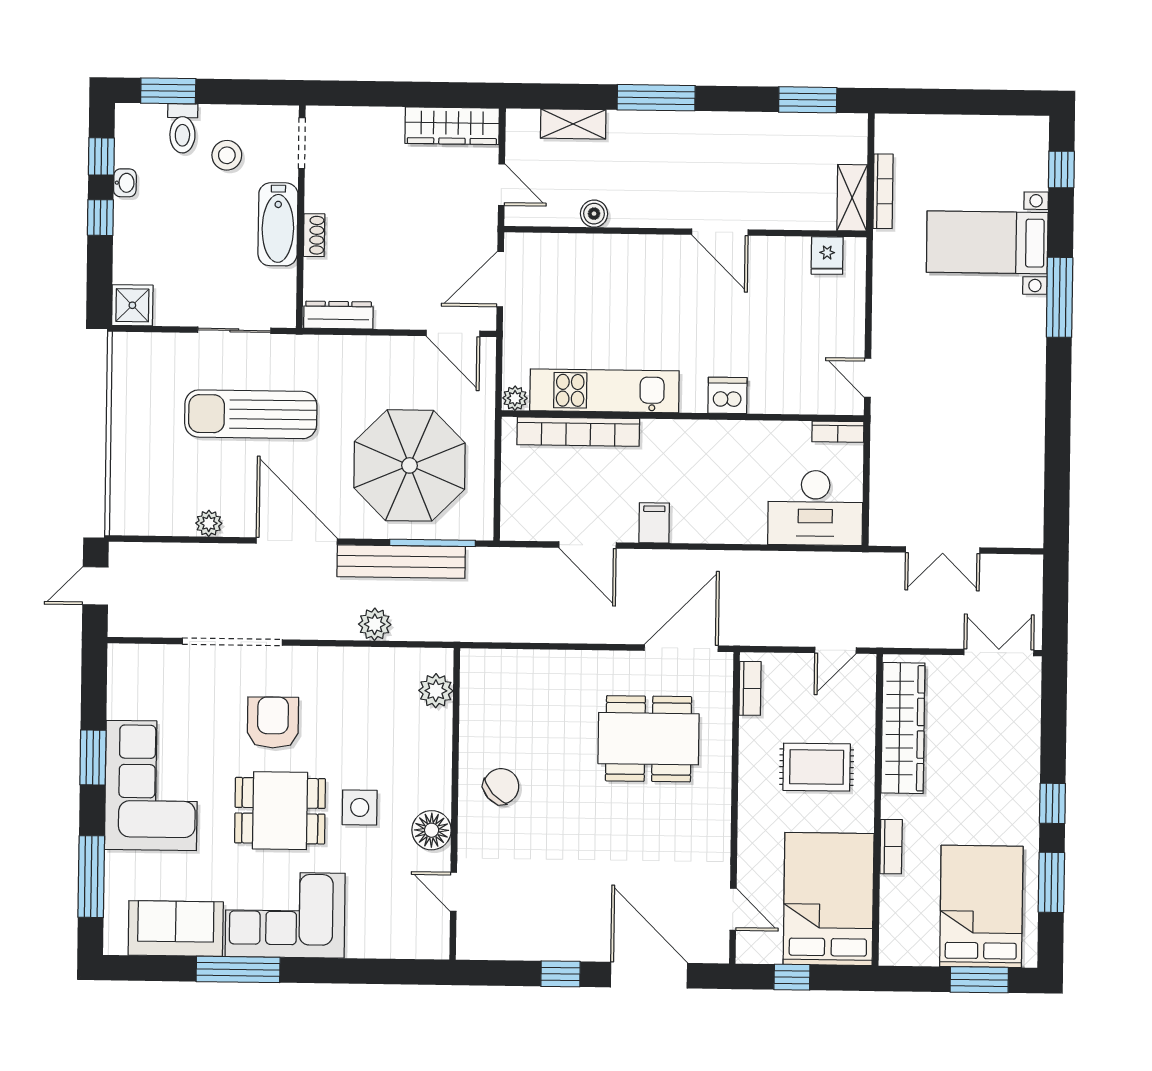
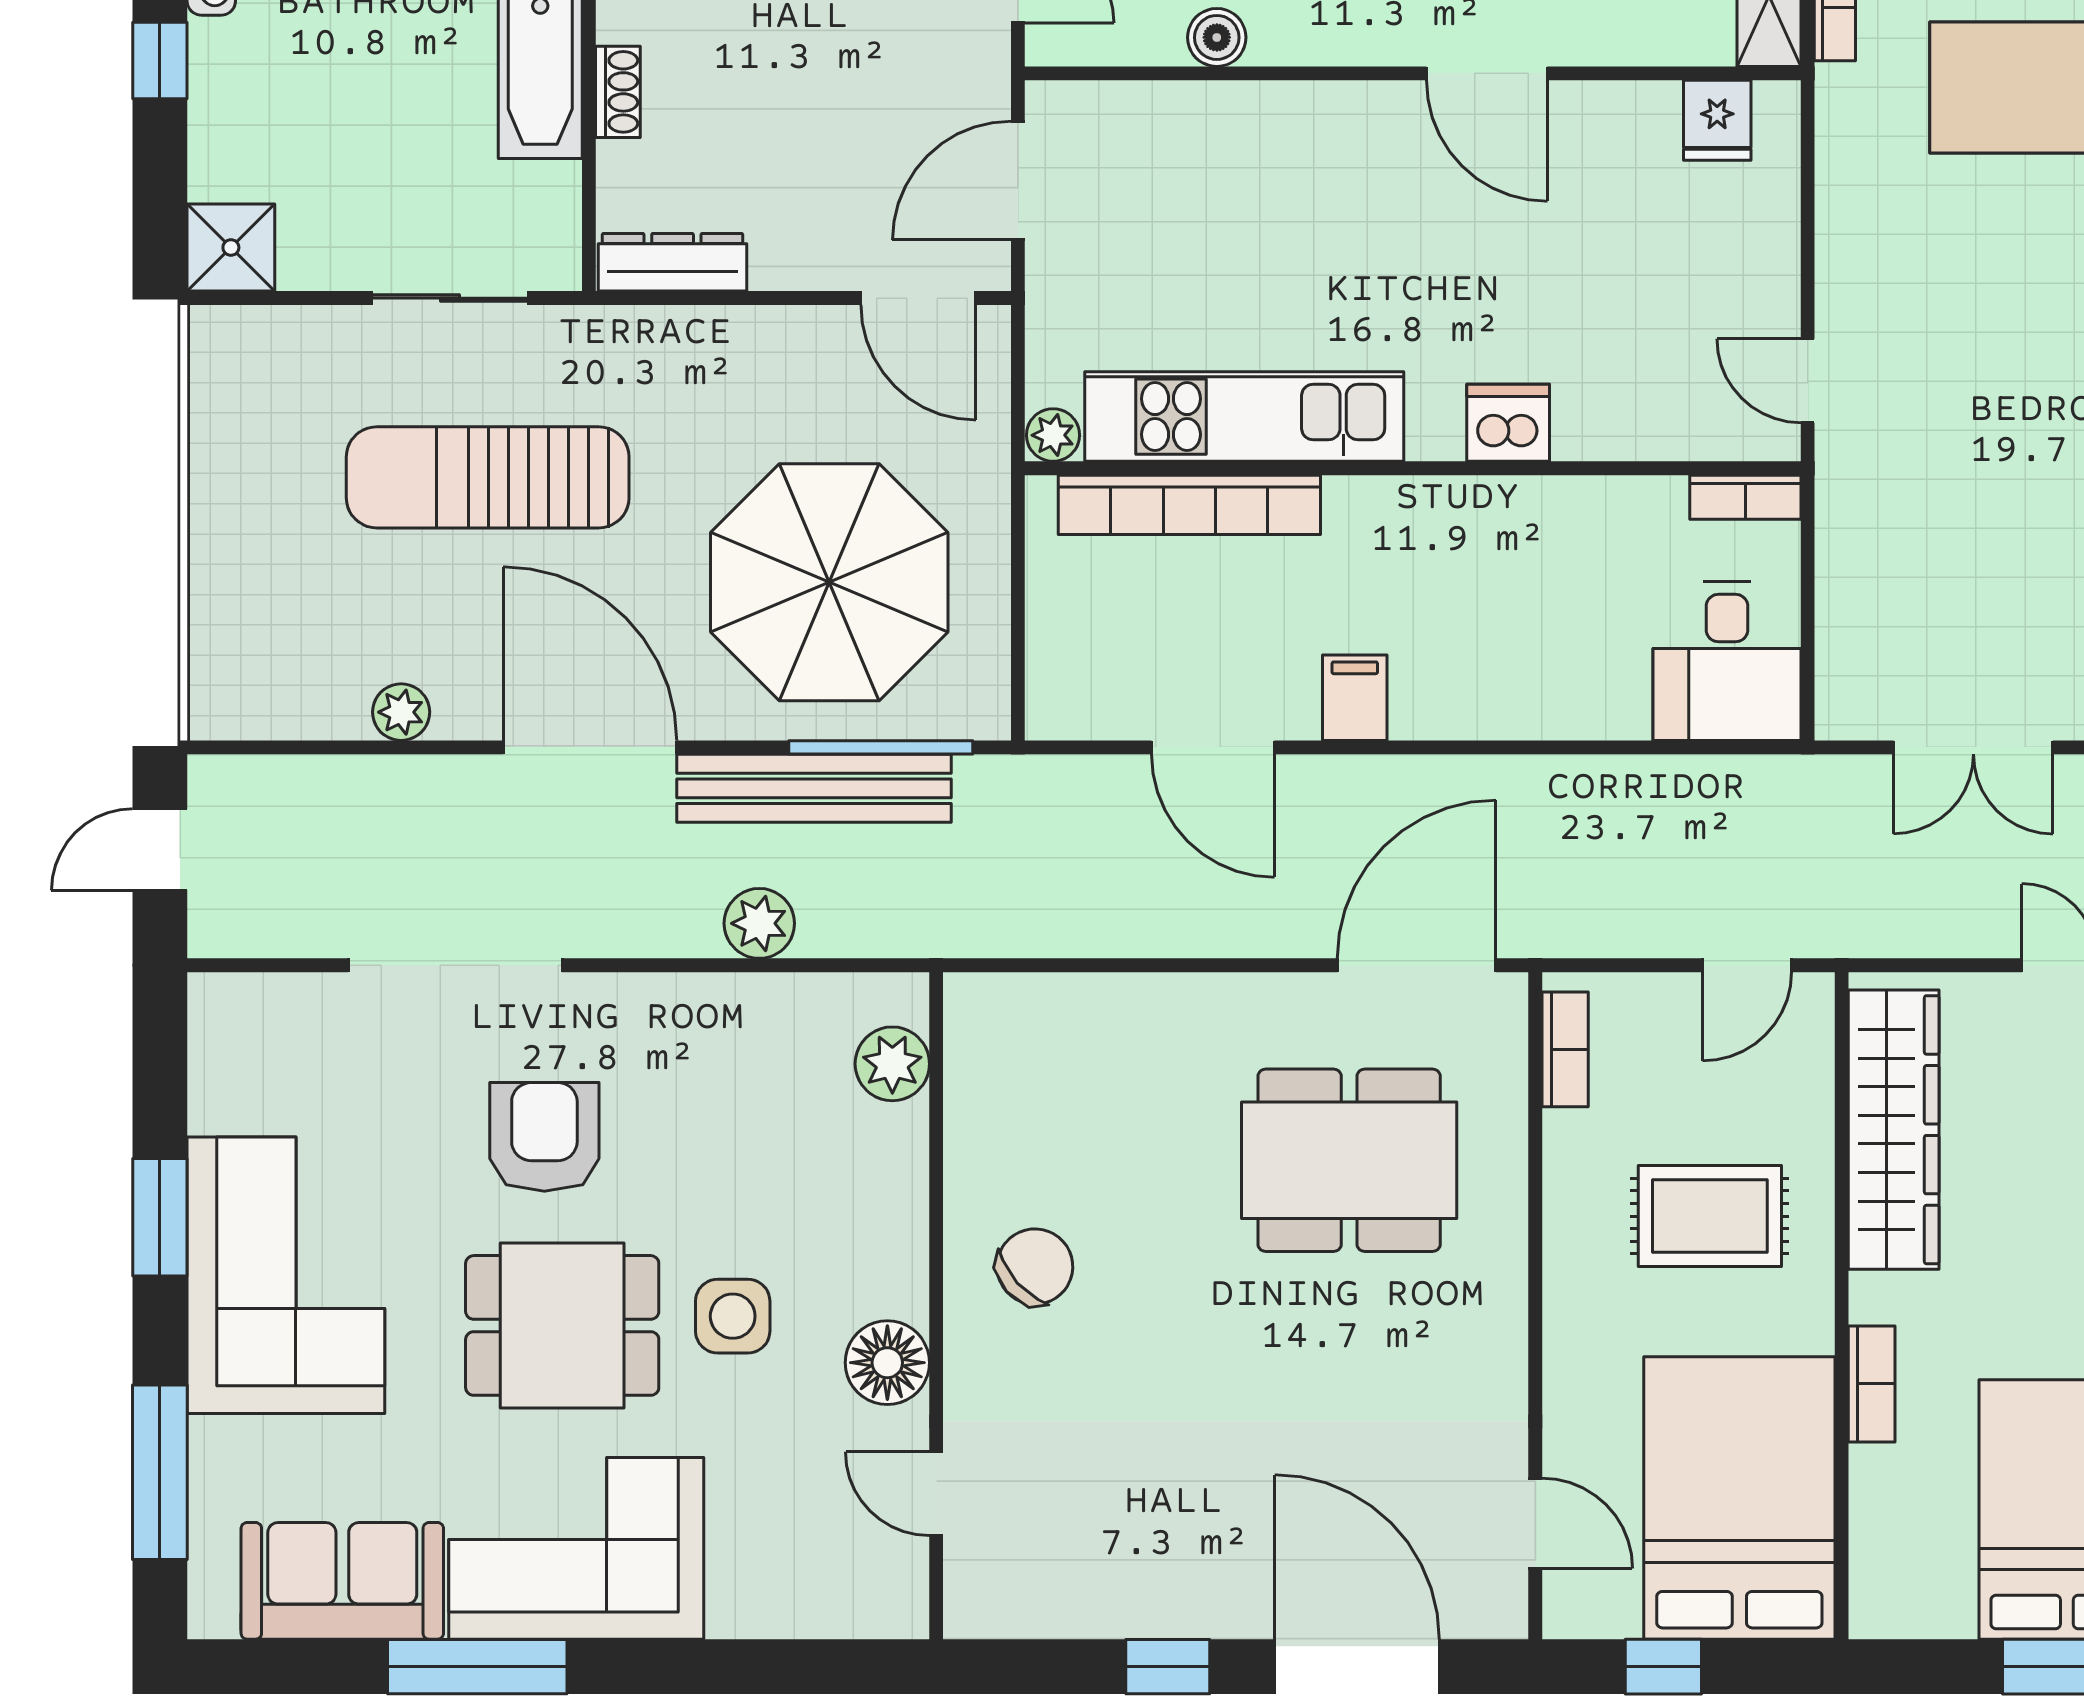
desk: (815, 508) -> (1727, 661), width x0.73

